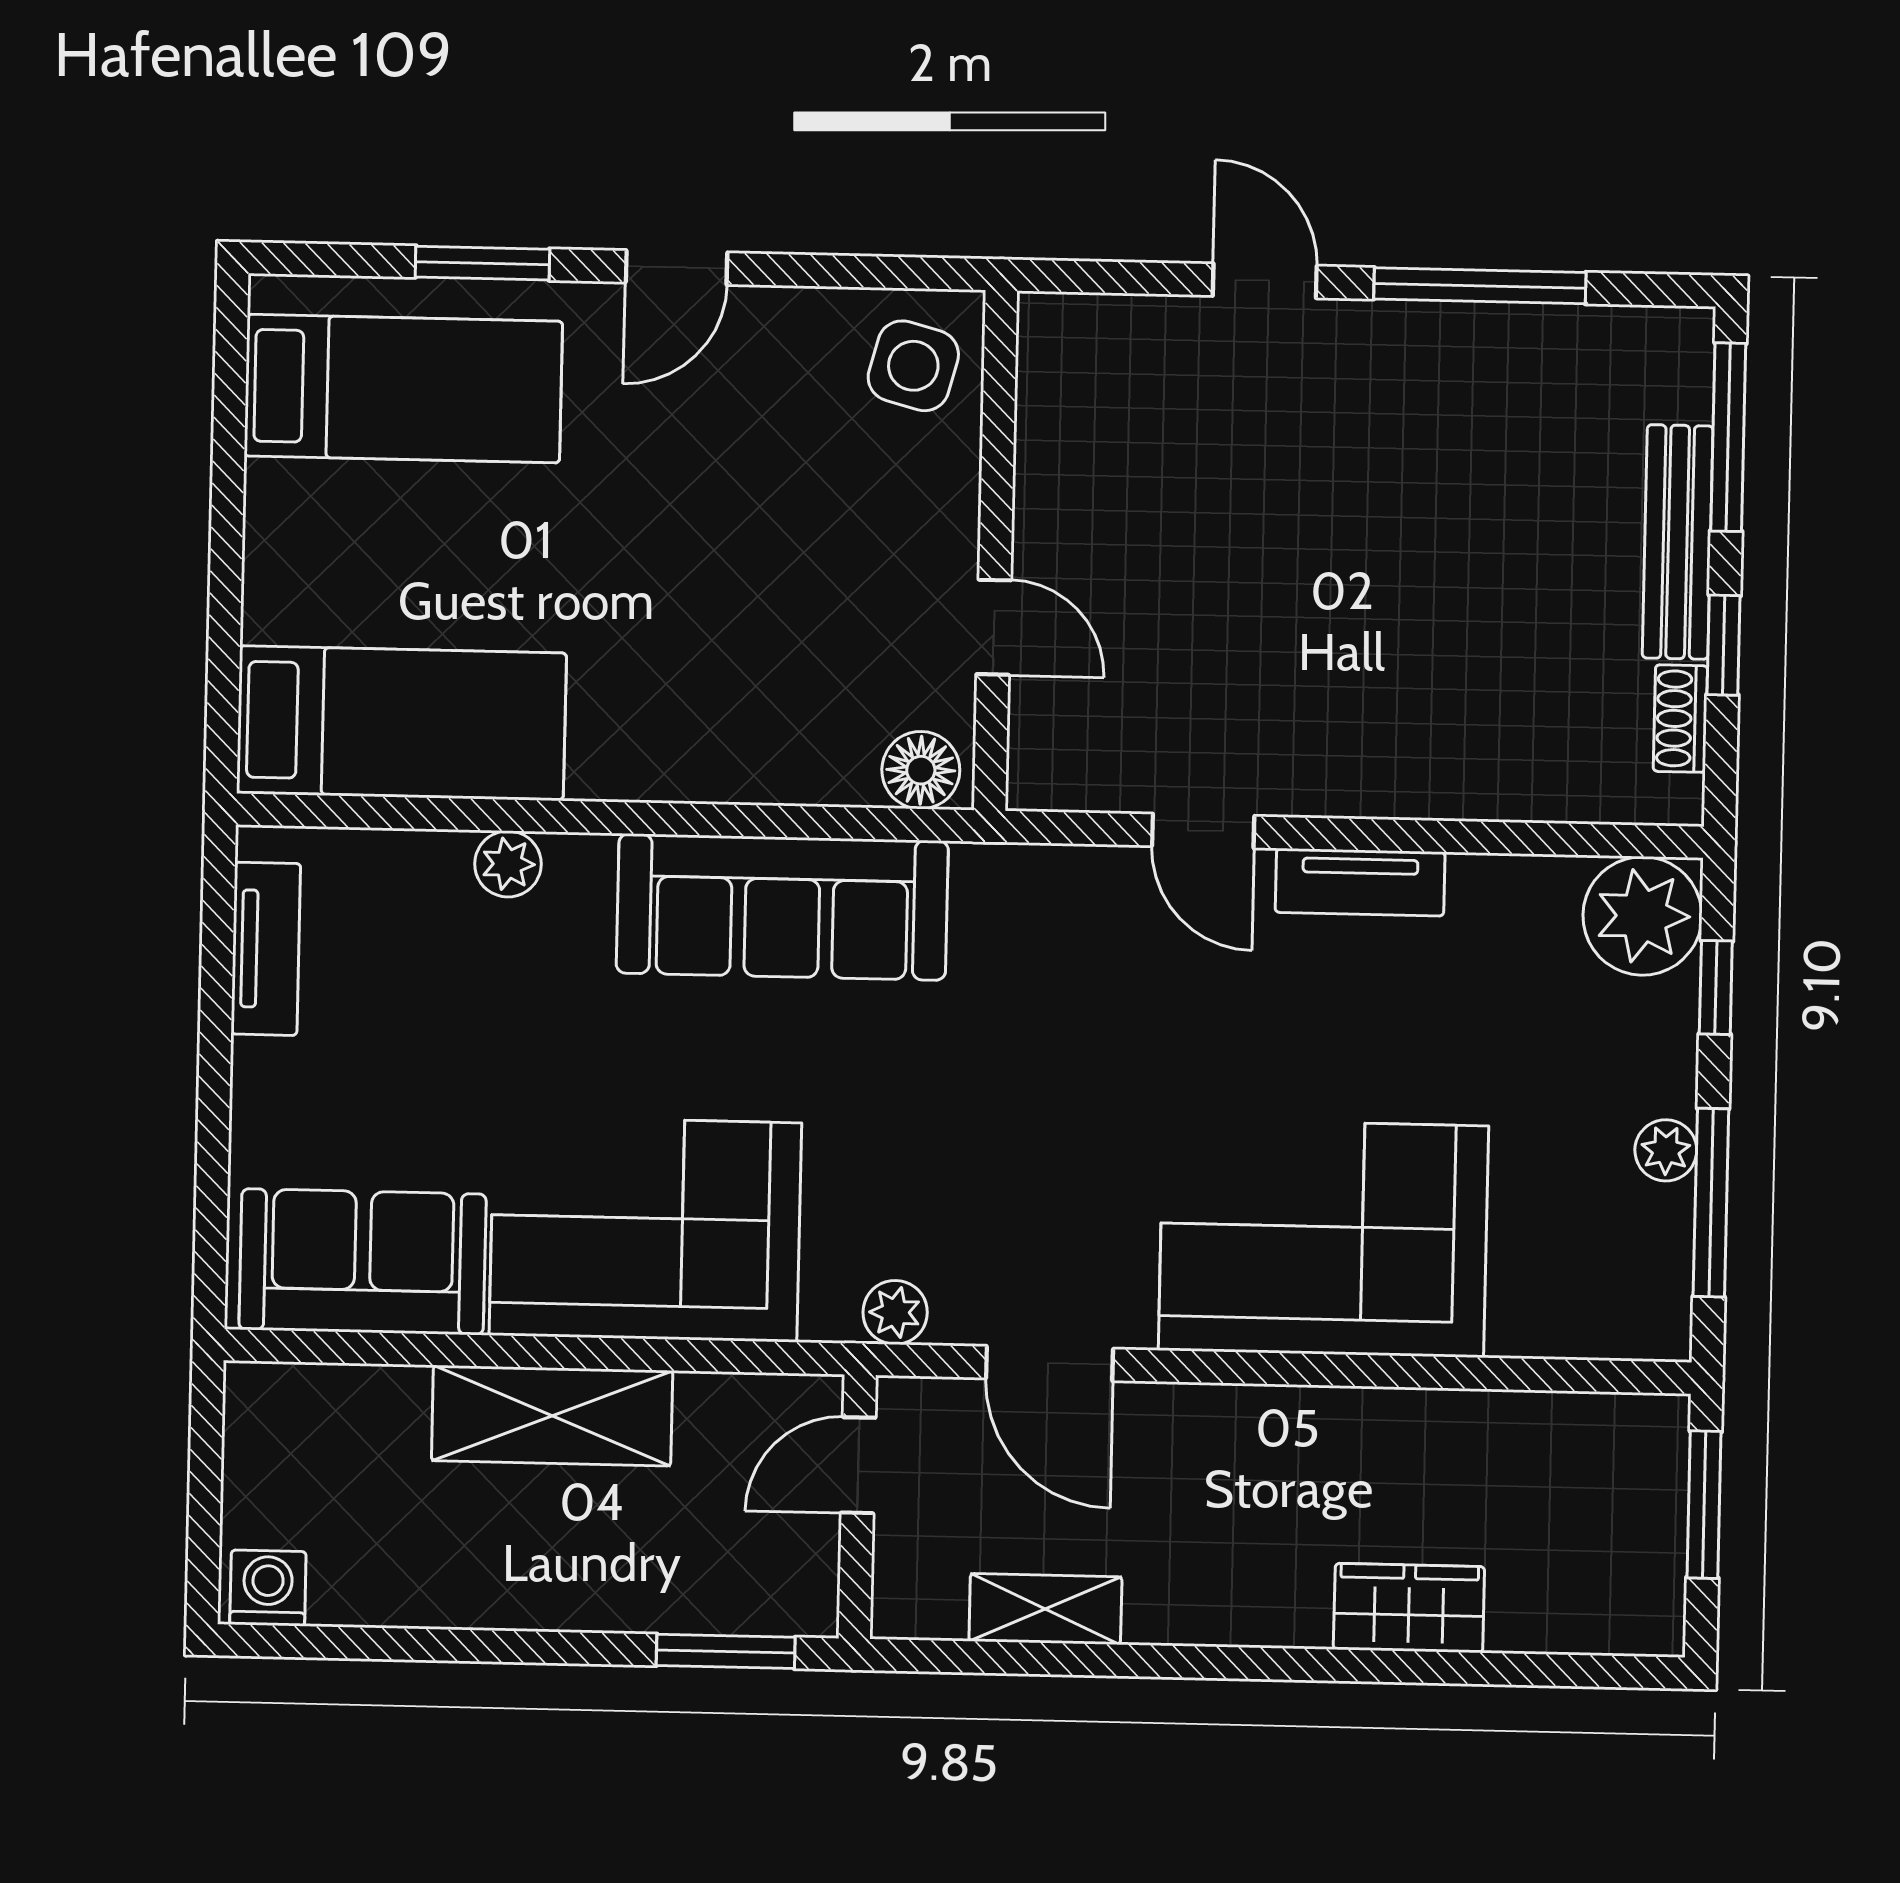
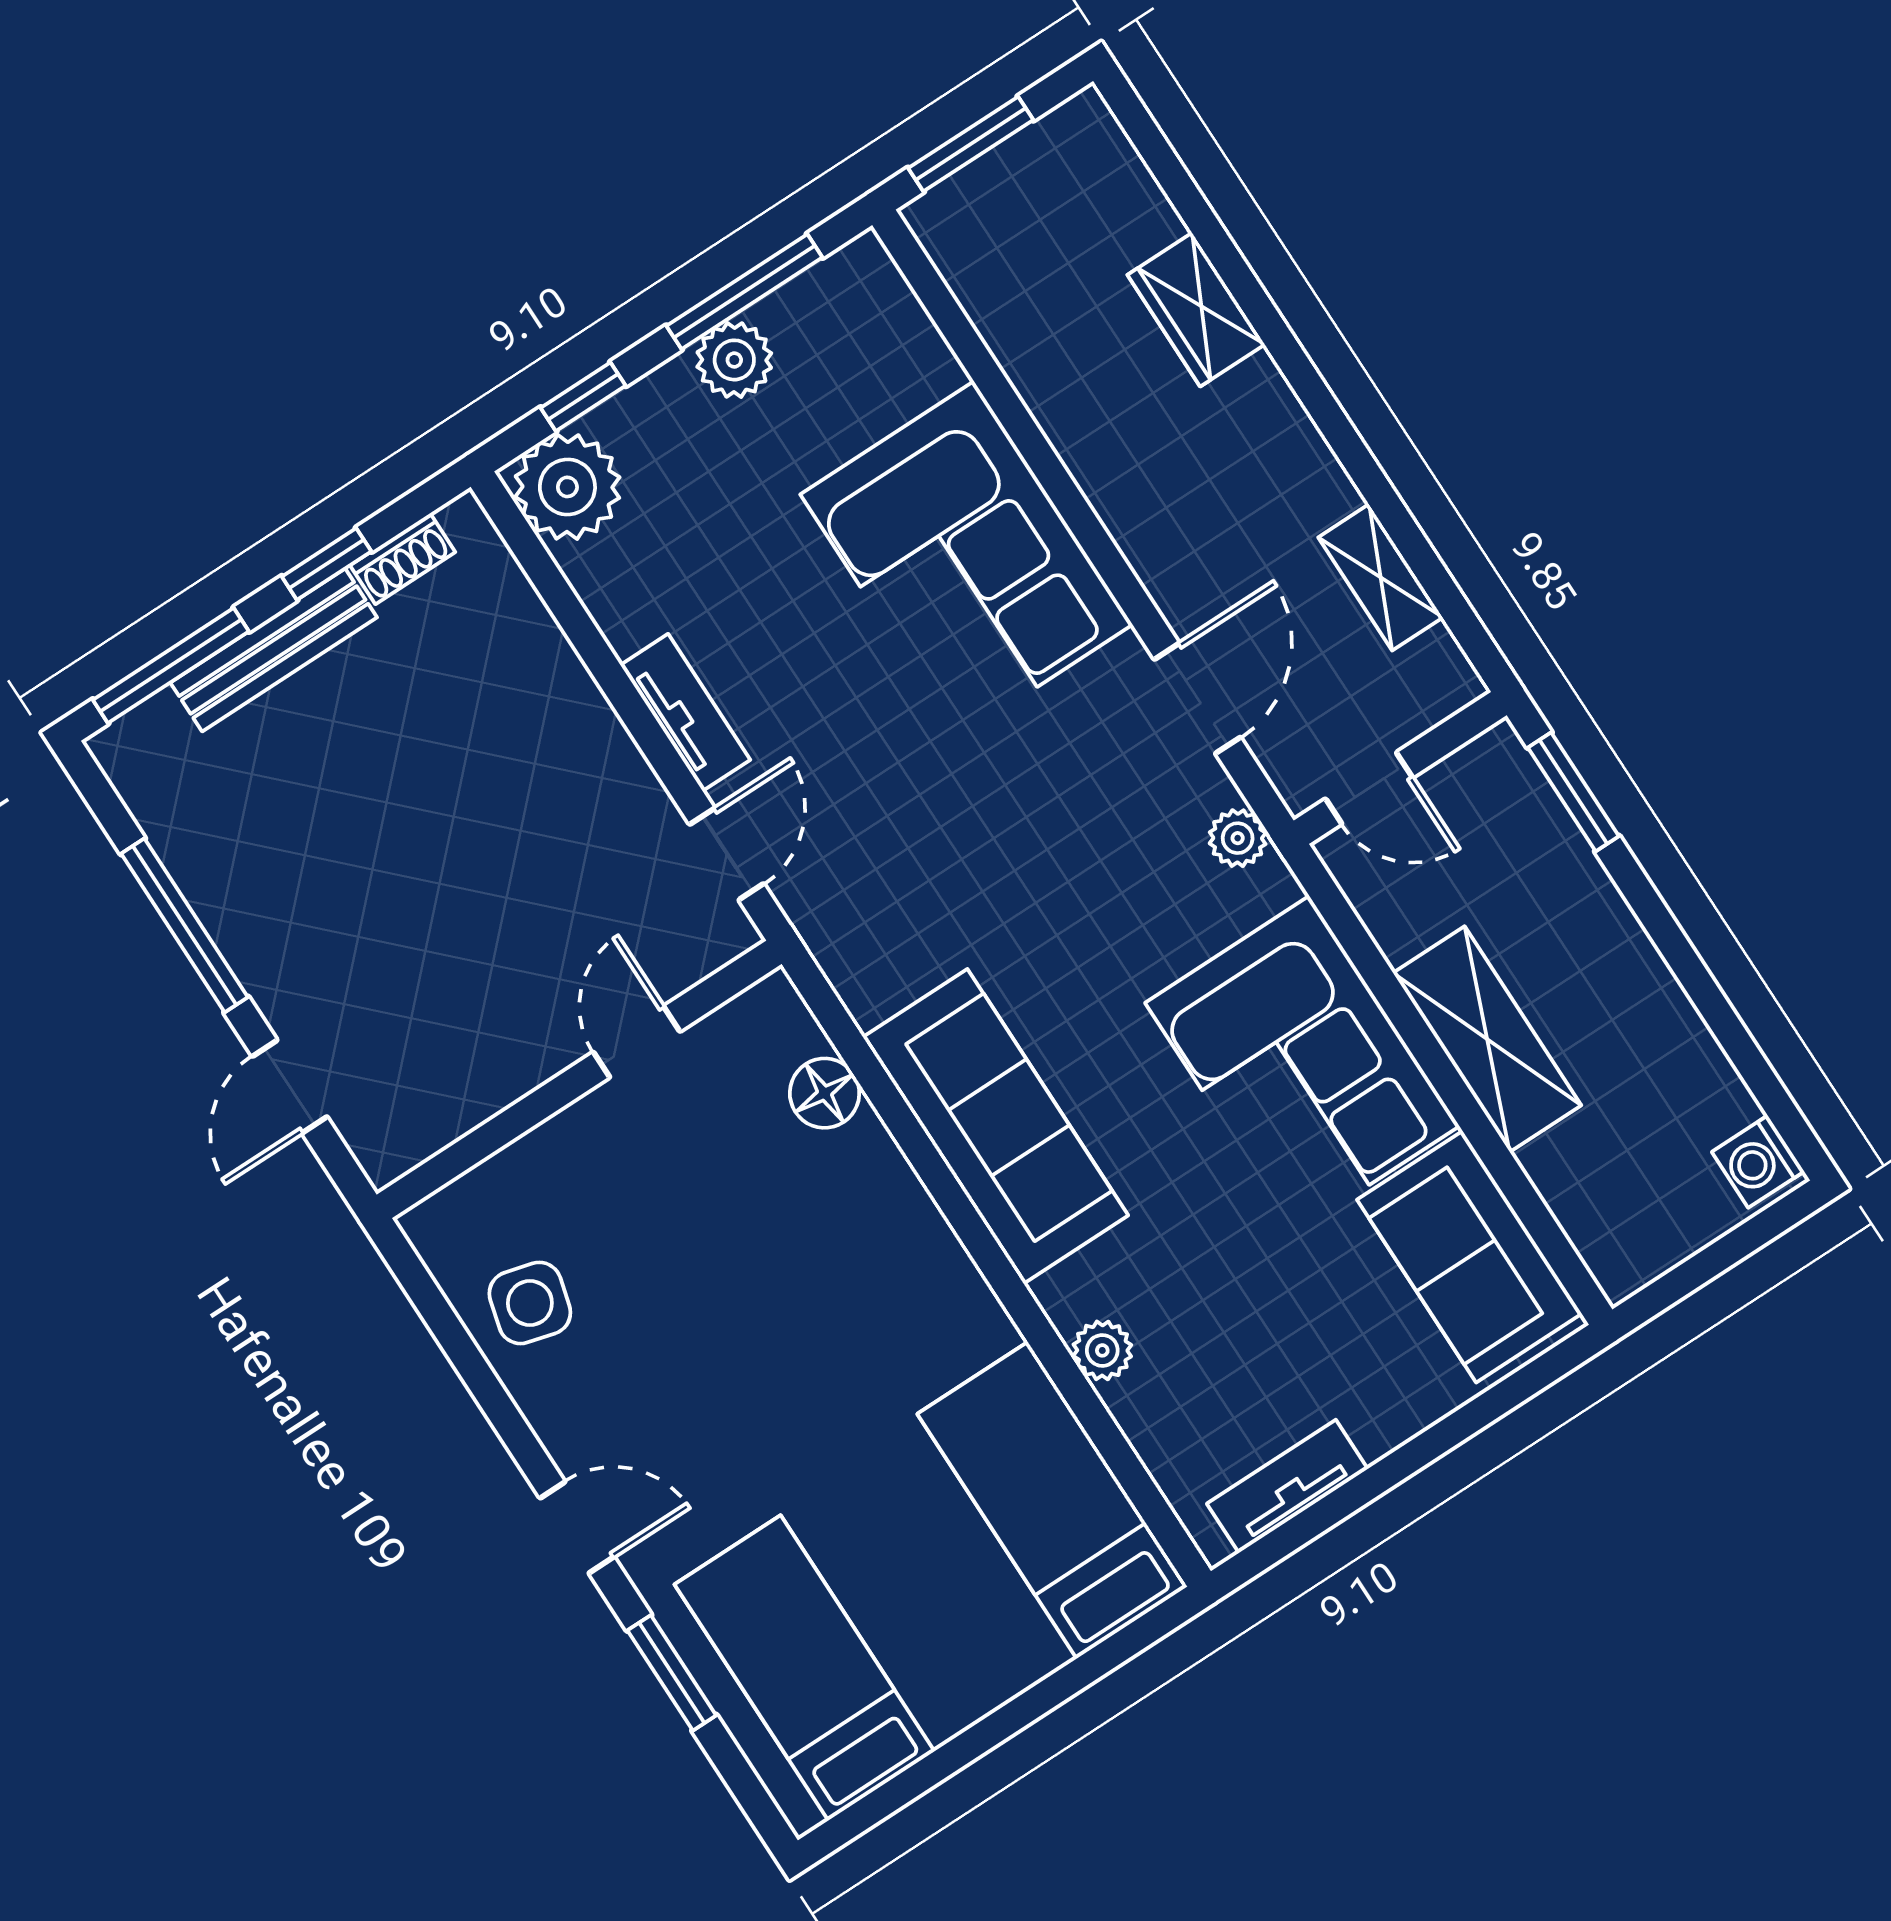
wall: (995, 550) -> (579, 1079), moved
door: (994, 627) -> (637, 1042), moved
plant: (1666, 1150) -> (734, 360), width x1.38, depth x1.38

